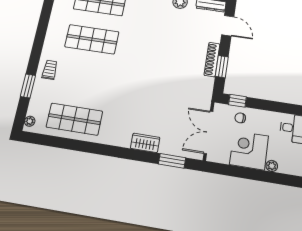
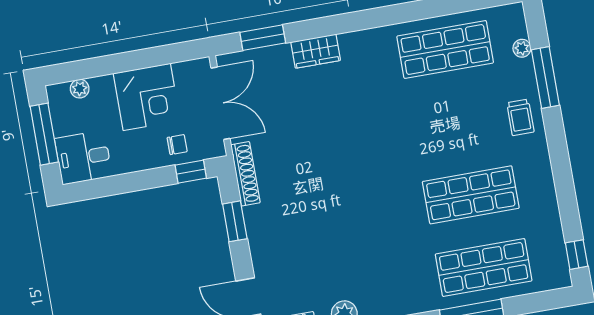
shoe rack: (212, 60) -> (245, 174), moved
window: (28, 86) -> (545, 78), width x1.44
plant: (30, 121) -> (522, 48), moved
plant: (272, 166) -> (80, 89), moved

